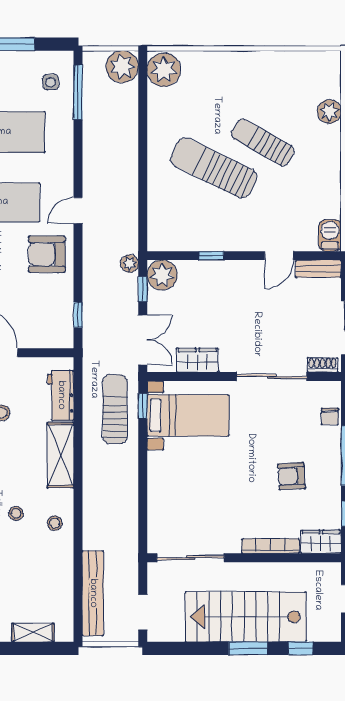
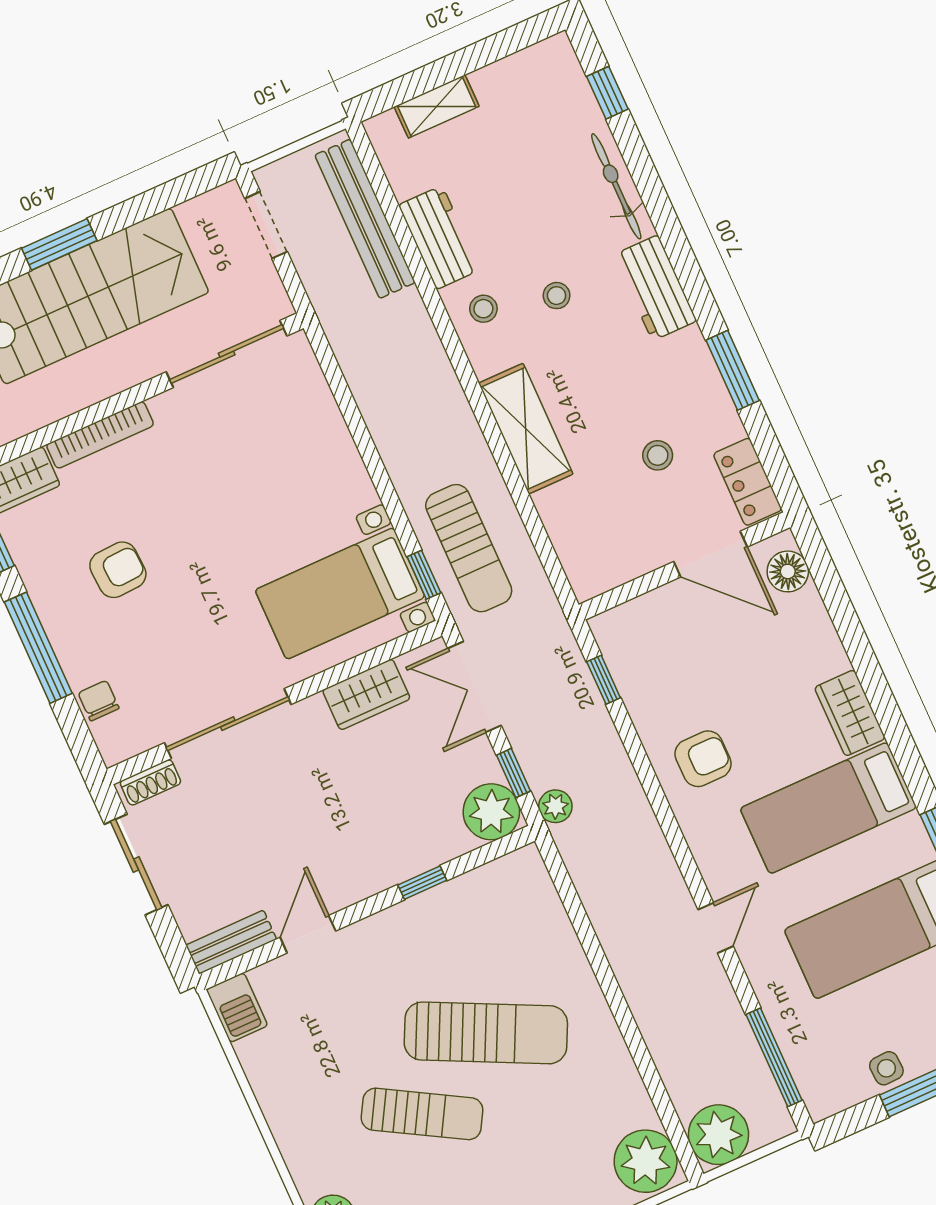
side table: (51, 82) -> (886, 1068), moved
door: (78, 211) -> (716, 928), moved
armchair: (47, 254) -> (703, 759), width x0.72, depth x0.72
workbench: (61, 395) -> (439, 238), moved

